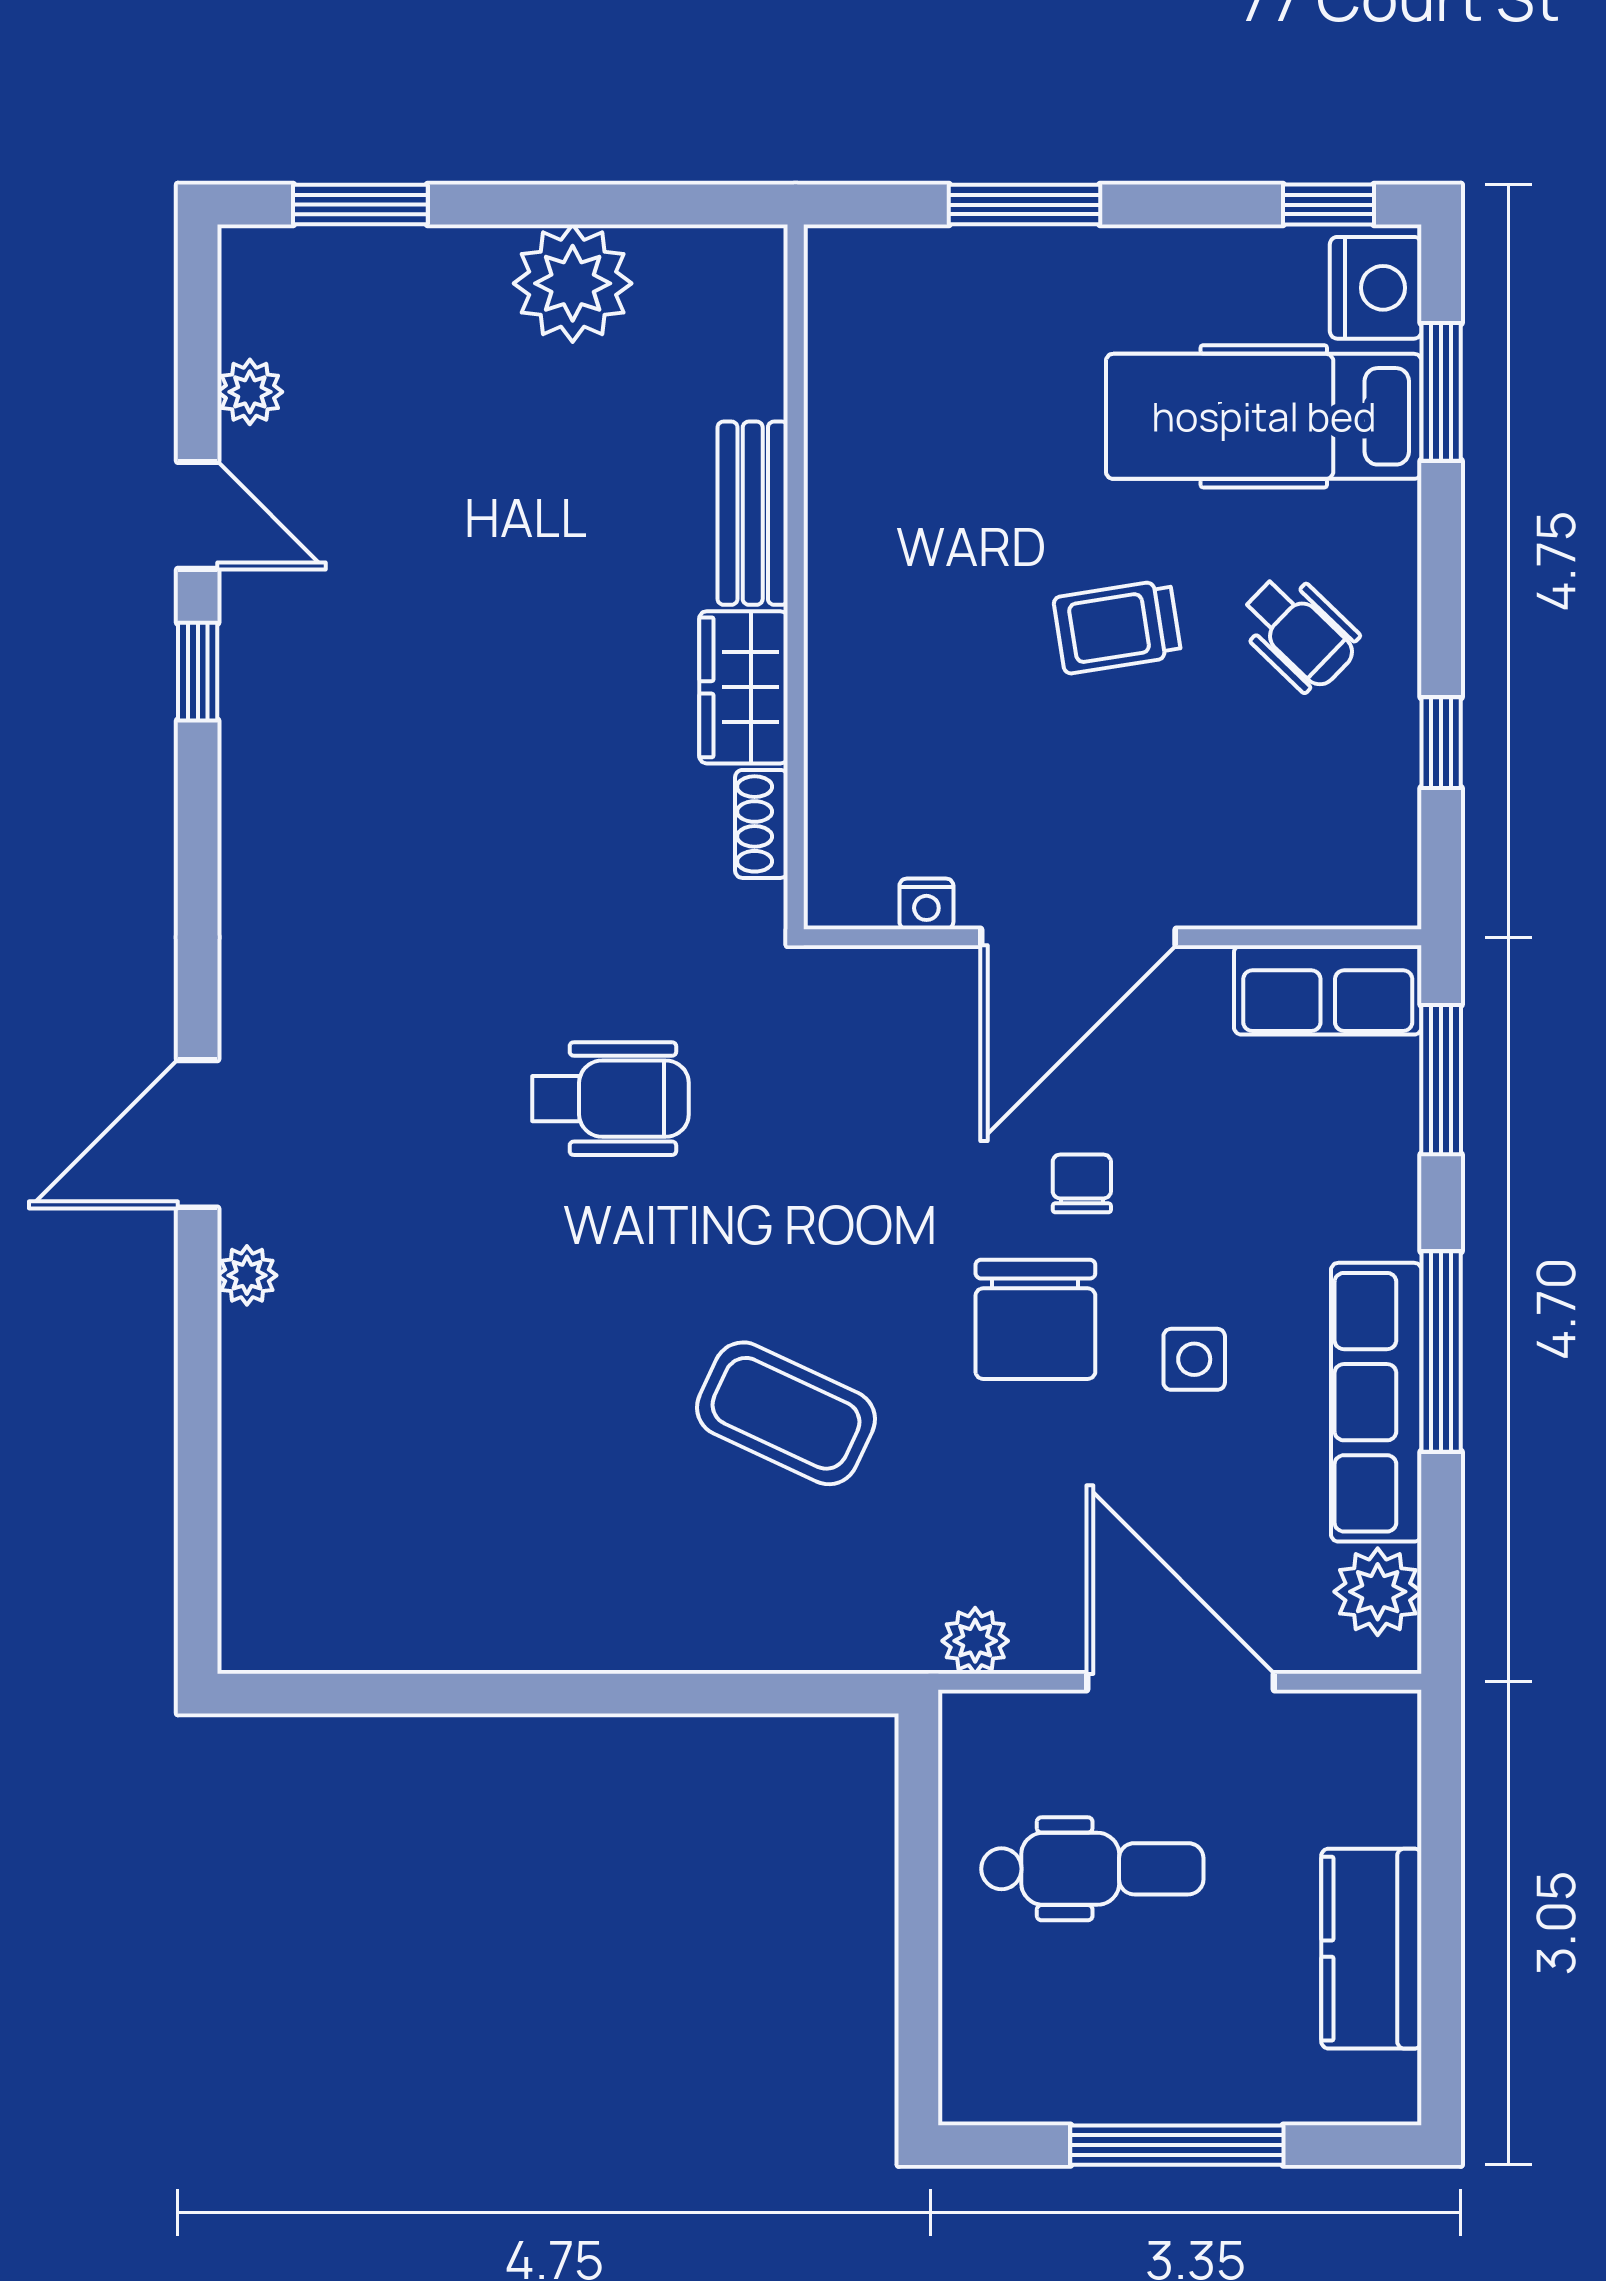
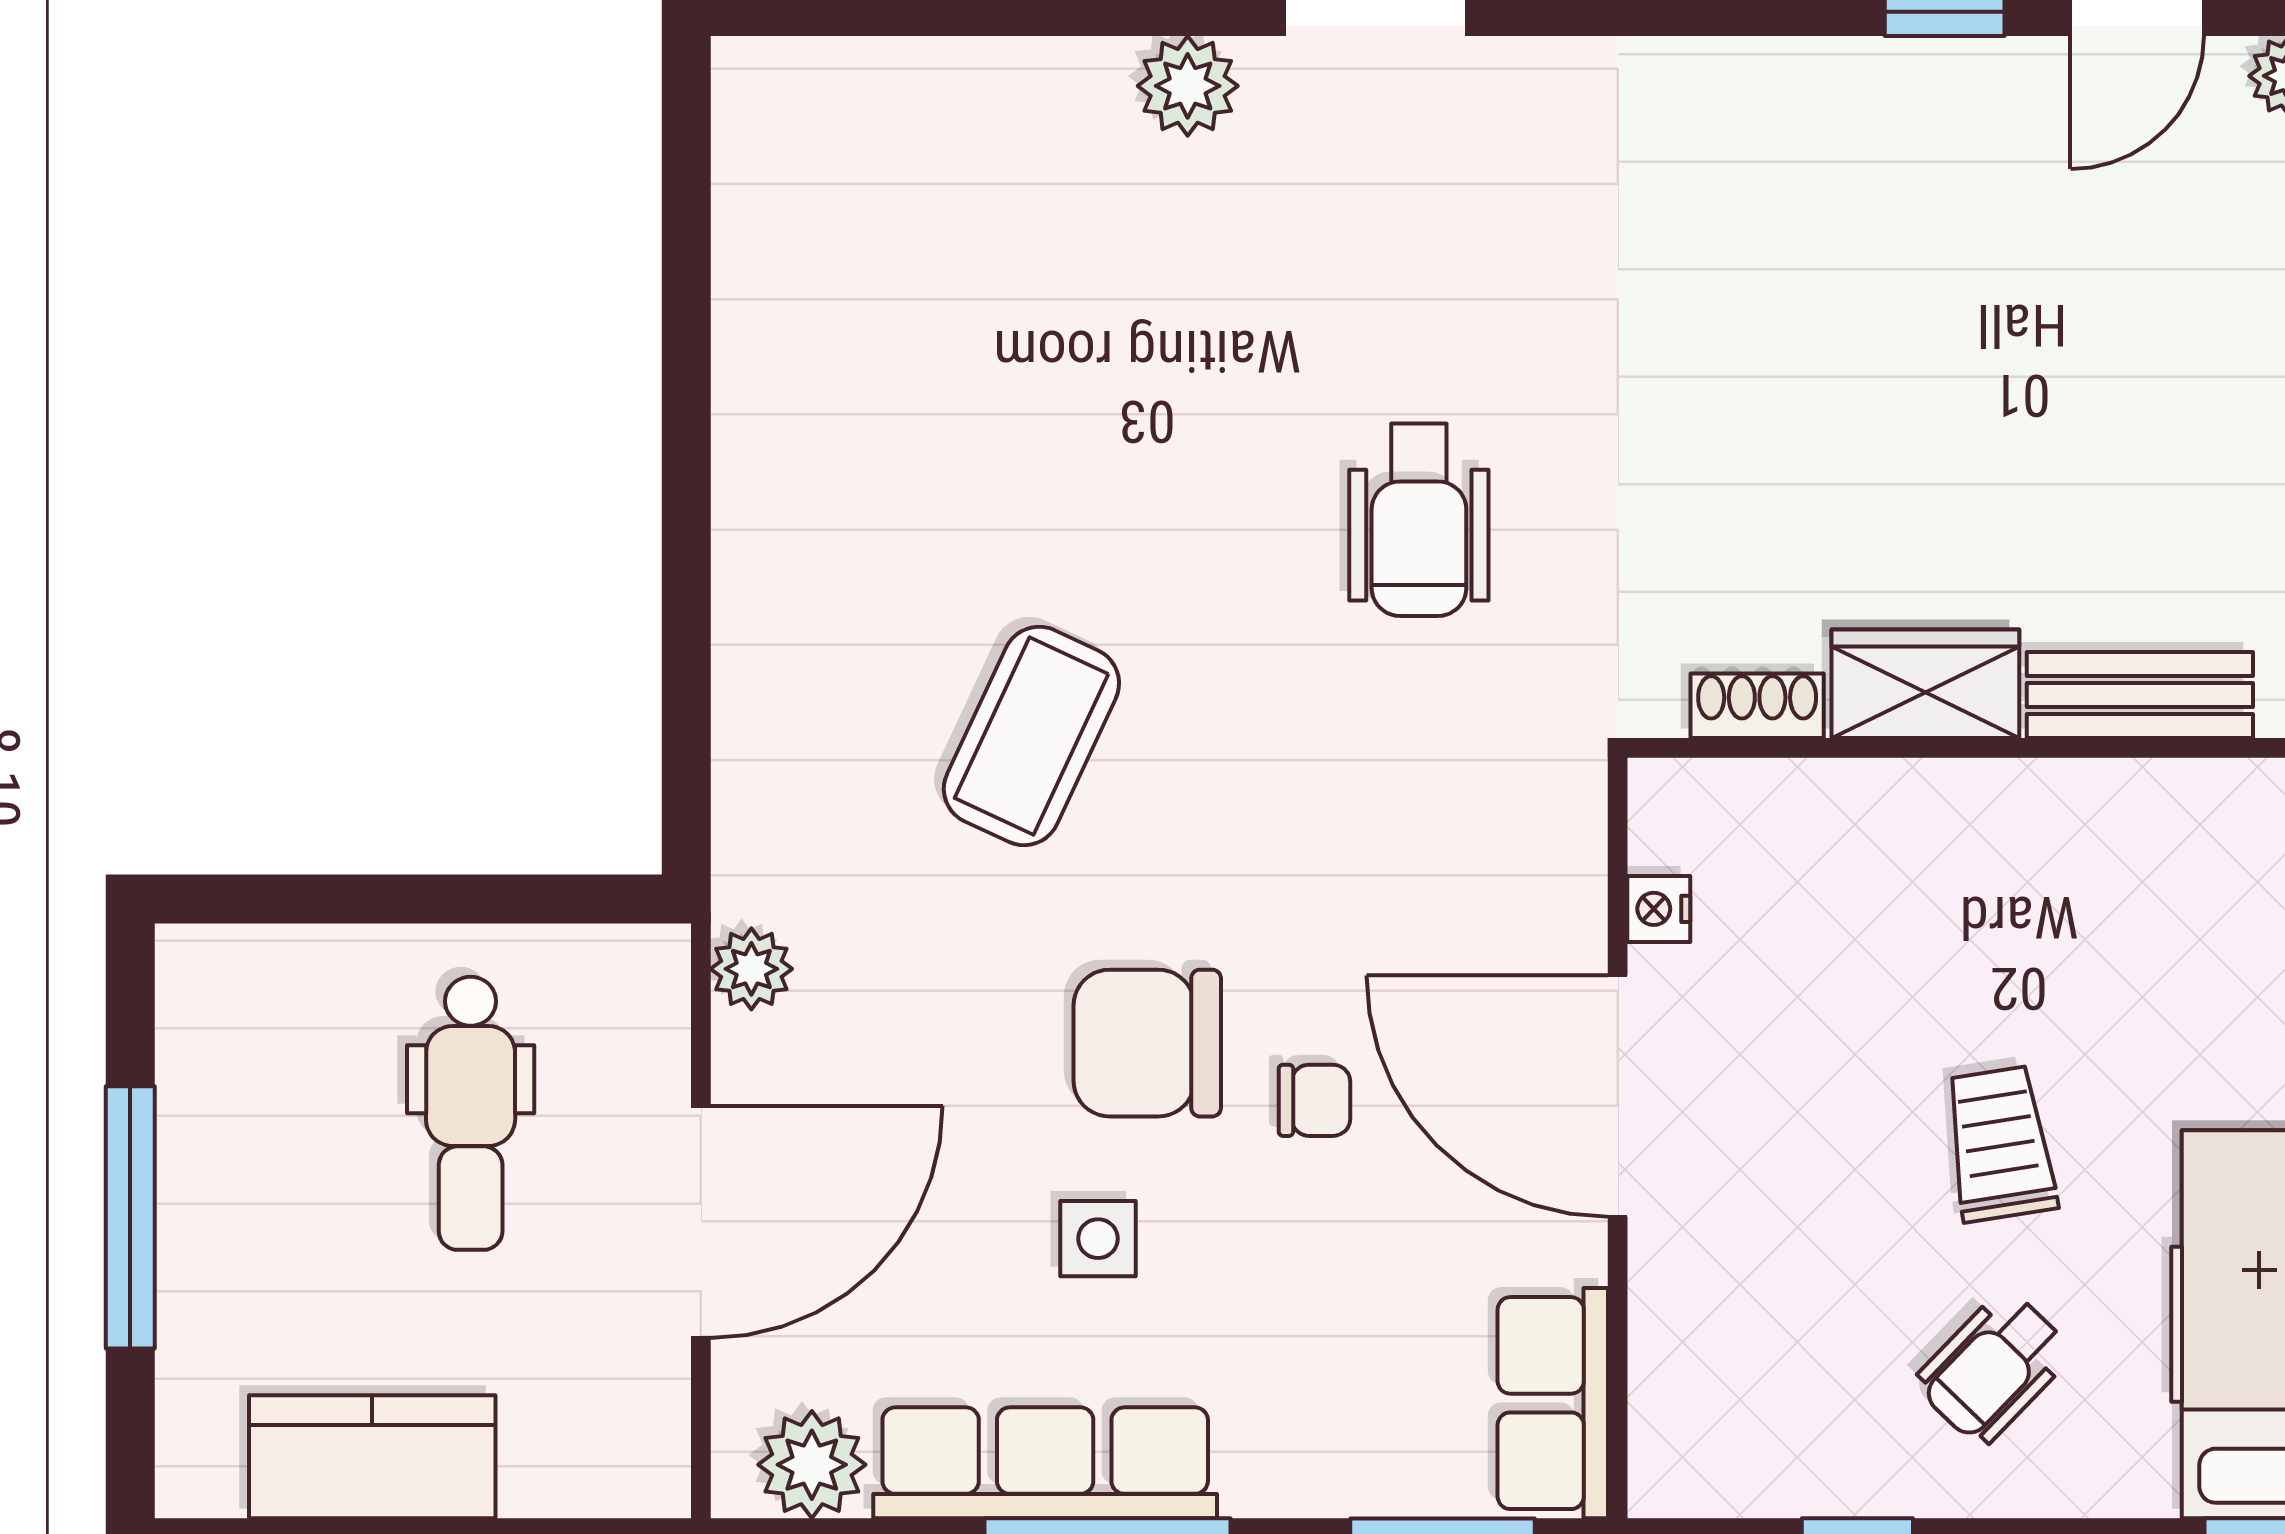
plant: (247, 1275) -> (1188, 86), width x1.38, depth x1.38

